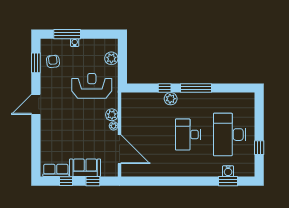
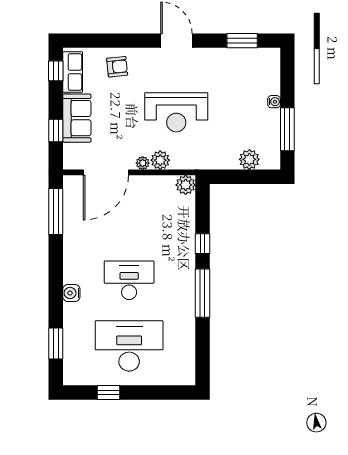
window: (67, 34) -> (287, 129), moved
armchair: (53, 61) -> (117, 67), moved
reception desk: (92, 86) -> (176, 112), moved, turned 90
plant: (171, 99) -> (186, 185), moved
water cooler: (228, 171) -> (71, 293), moved
window: (66, 181) -> (56, 71), moved
window: (144, 181) -> (56, 211), added

